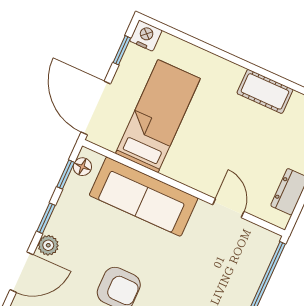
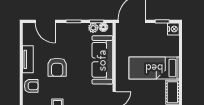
bed: (158, 116) -> (154, 68), moved, turned 180
plant: (48, 245) -> (93, 28), moved

